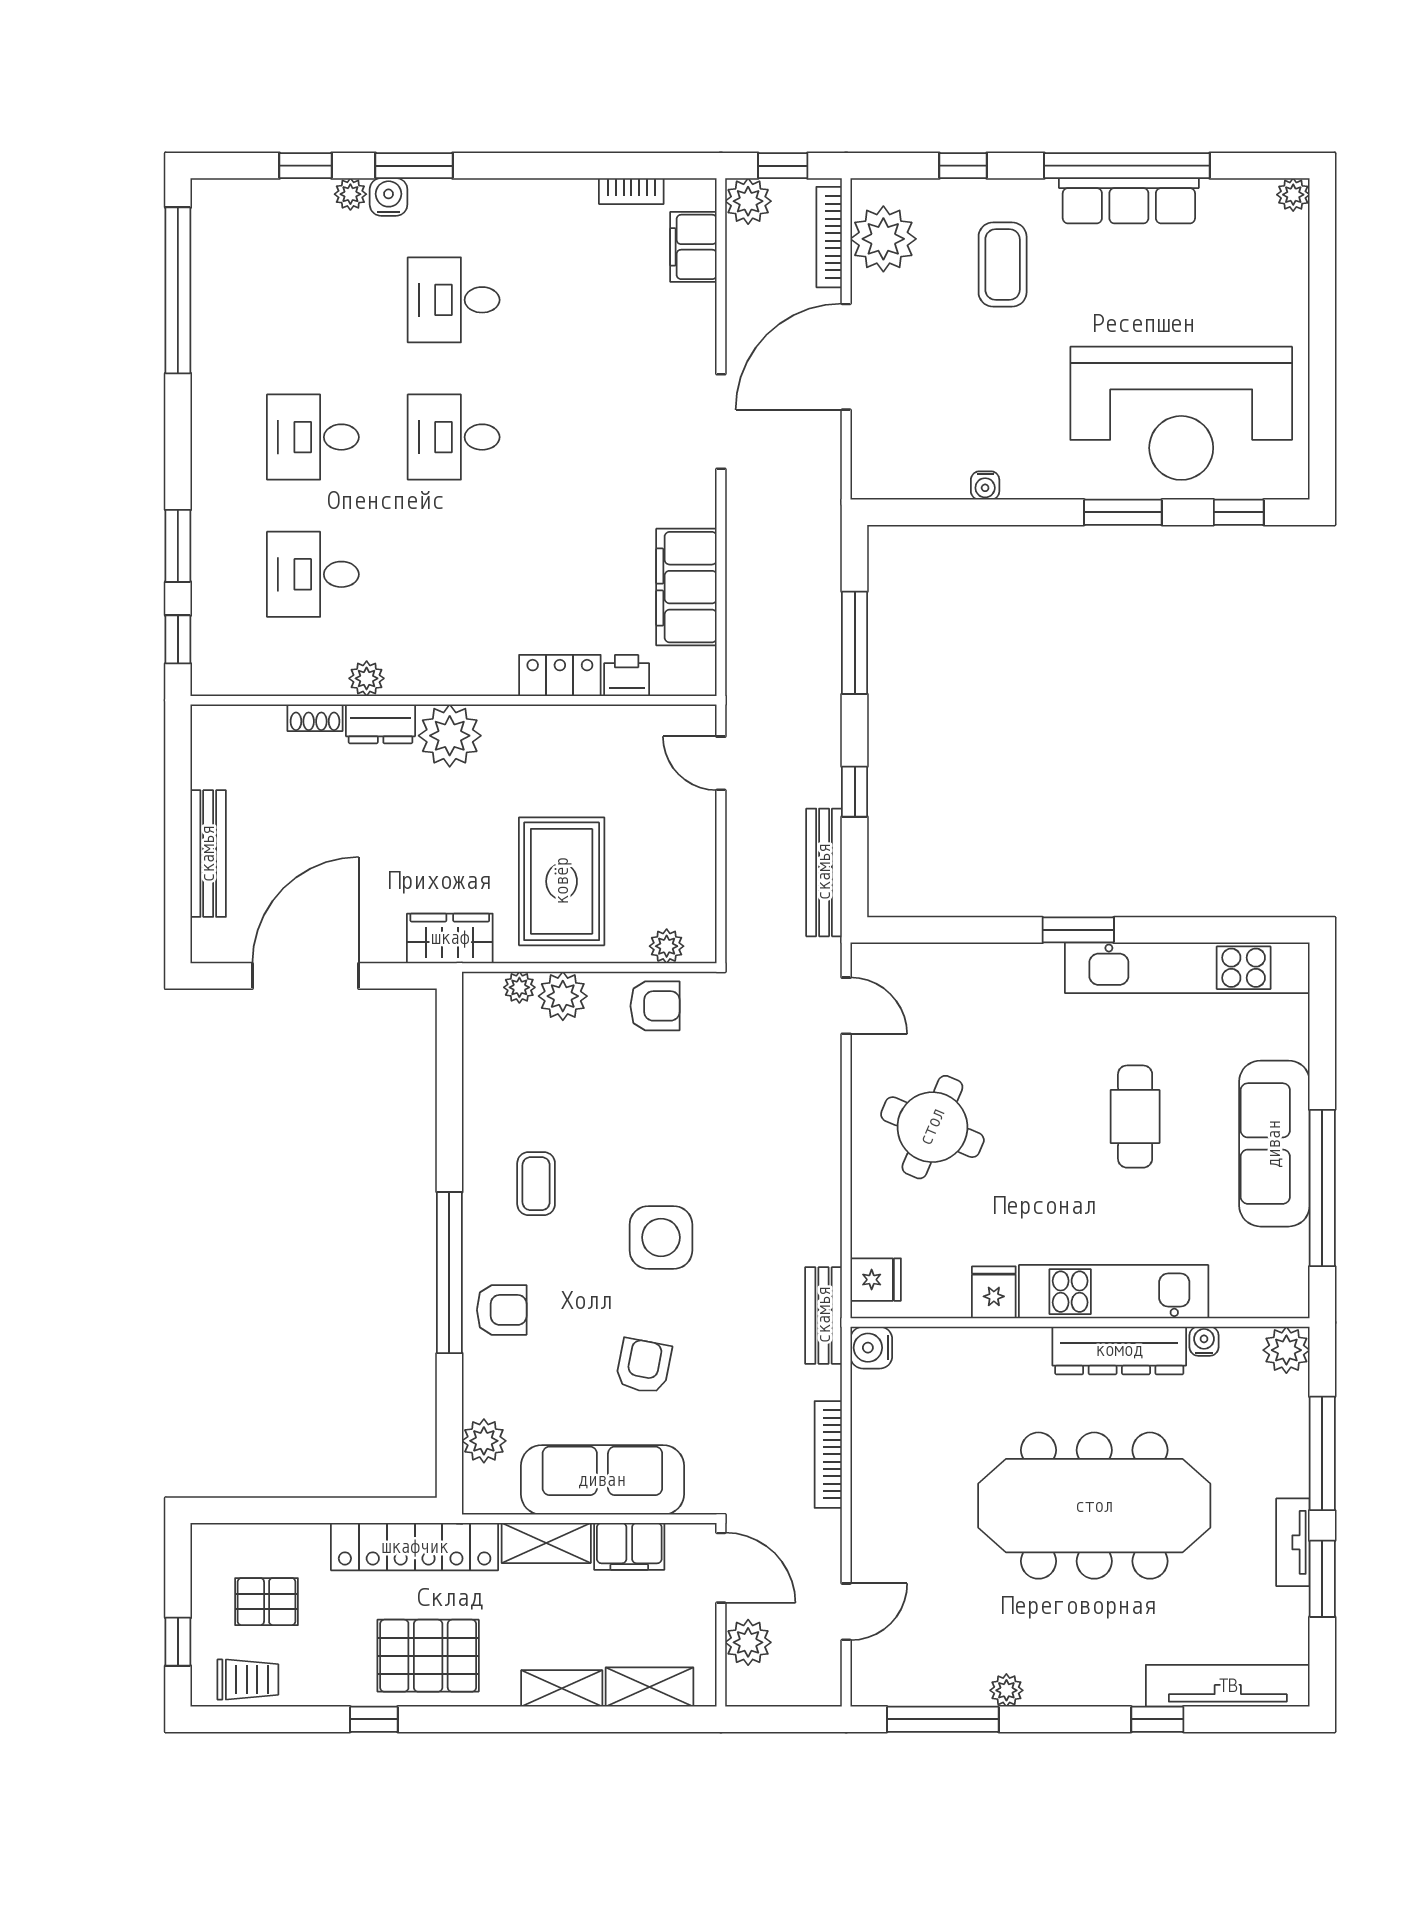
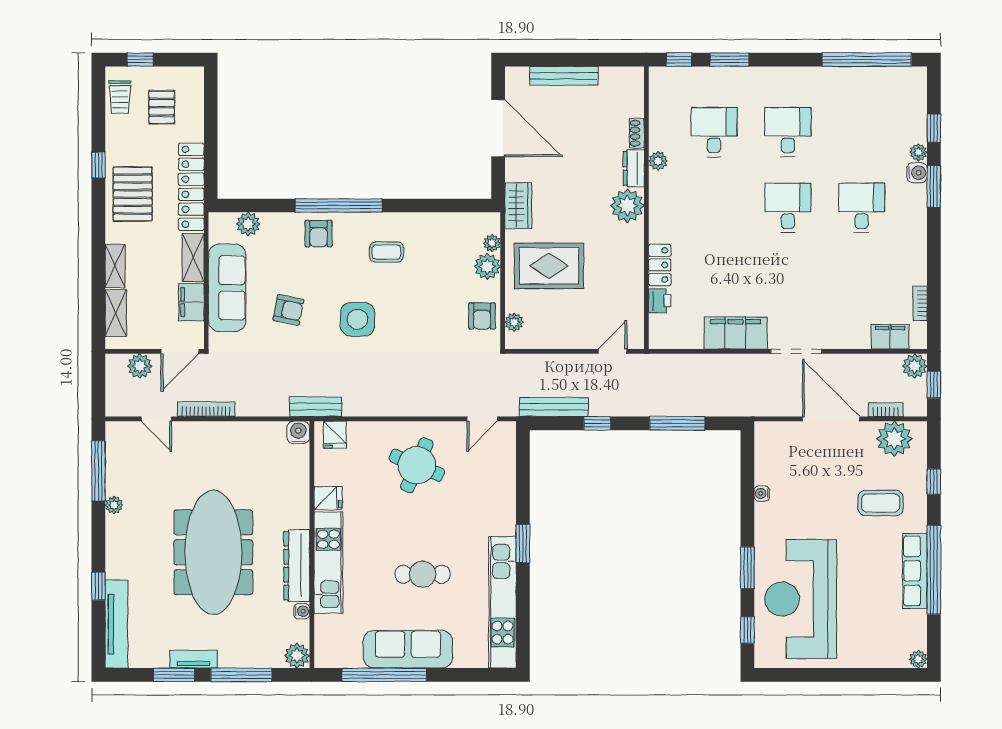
bookcase: (829, 237) -> (886, 410), width x0.64
filing cabinet: (686, 587) -> (736, 333), moved
bookcase: (828, 1454) -> (206, 409), moved

